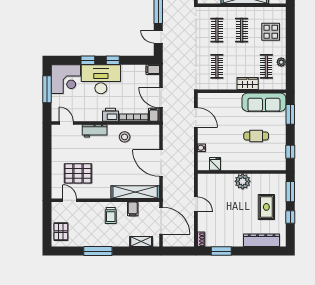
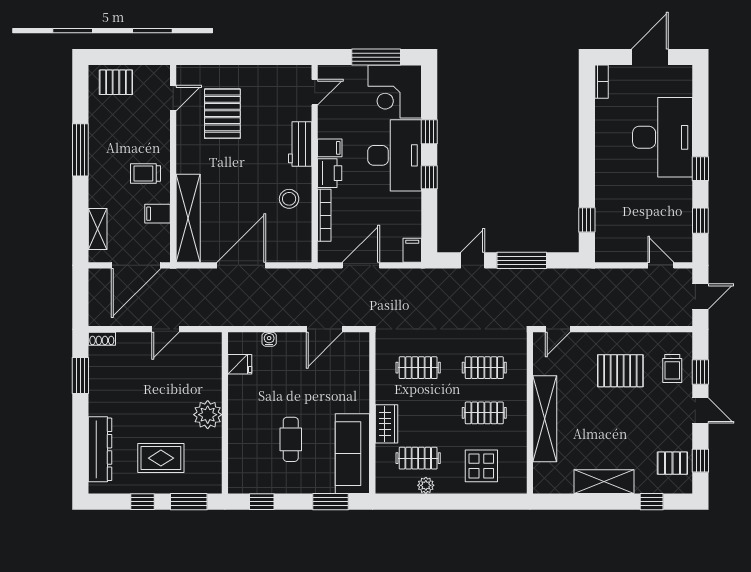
filing cabinet: (154, 115) -> (330, 148), moved

